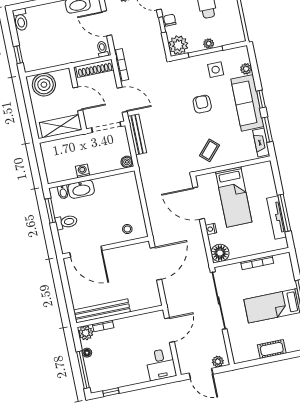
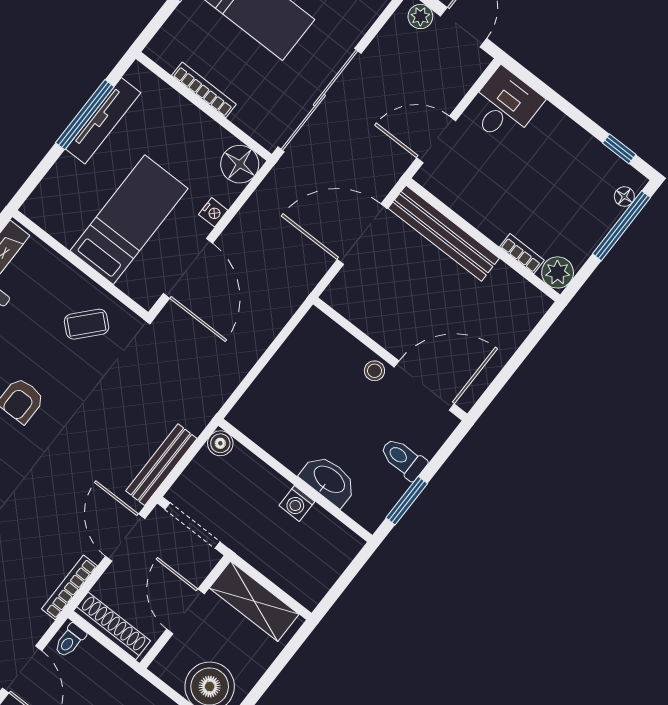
bidet: (63, 192) -> (358, 506), removed
stool: (127, 229) -> (374, 371), moved
door: (86, 252) -> (424, 386), hinge flipped
door: (156, 264) -> (362, 234), moved
bench: (102, 311) -> (444, 233), moved
floor lamp: (87, 353) -> (624, 197), moved

